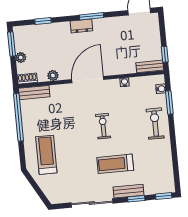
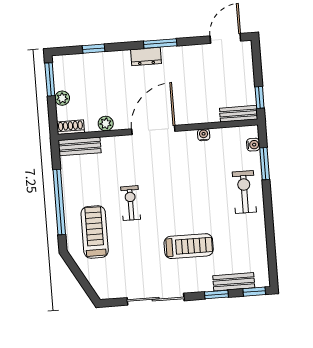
window: (19, 117) -> (59, 202), moved
exercise bike: (103, 126) -> (131, 203), moved
treadmill: (115, 164) -> (189, 246), turned 180
bench: (129, 191) -> (234, 282), moved

